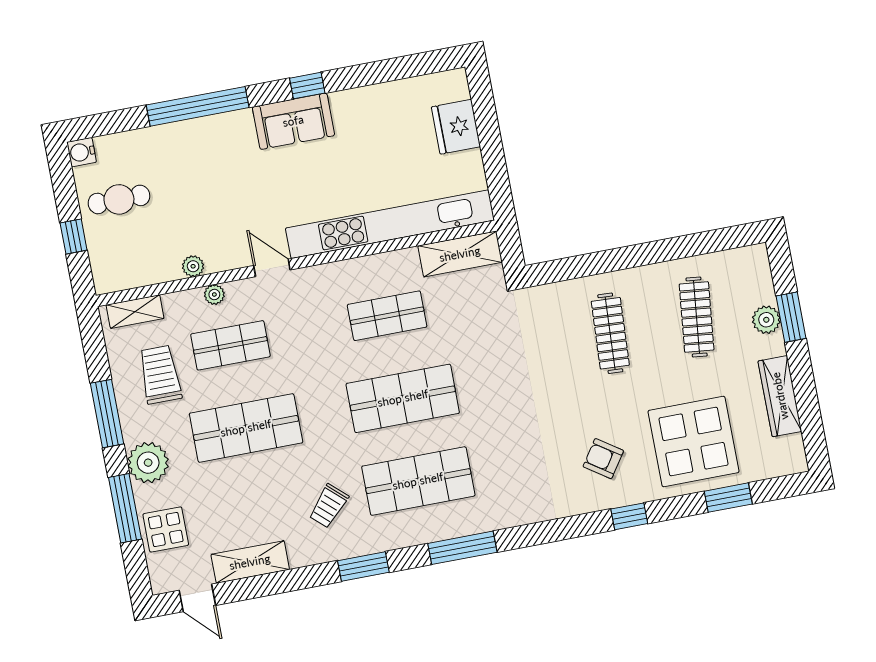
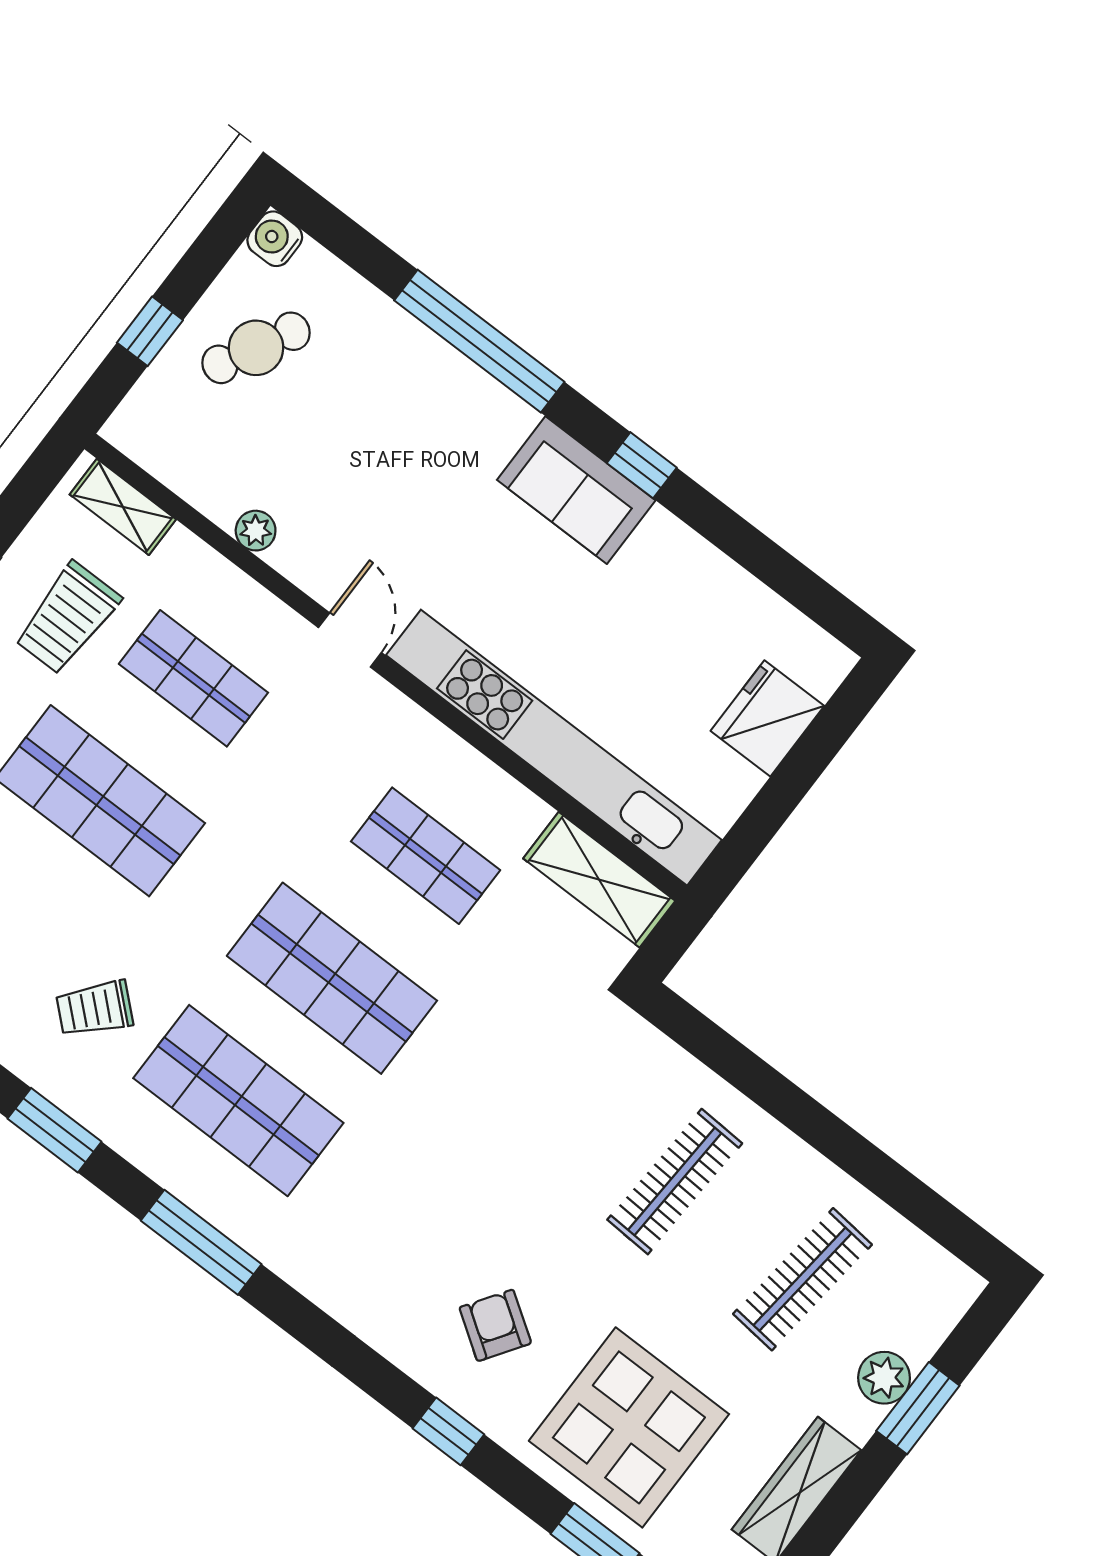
cafe table: (119, 199) -> (256, 348), turned -62
plant: (214, 295) -> (243, 594), removed
trolley: (160, 375) -> (68, 618), turned 180

